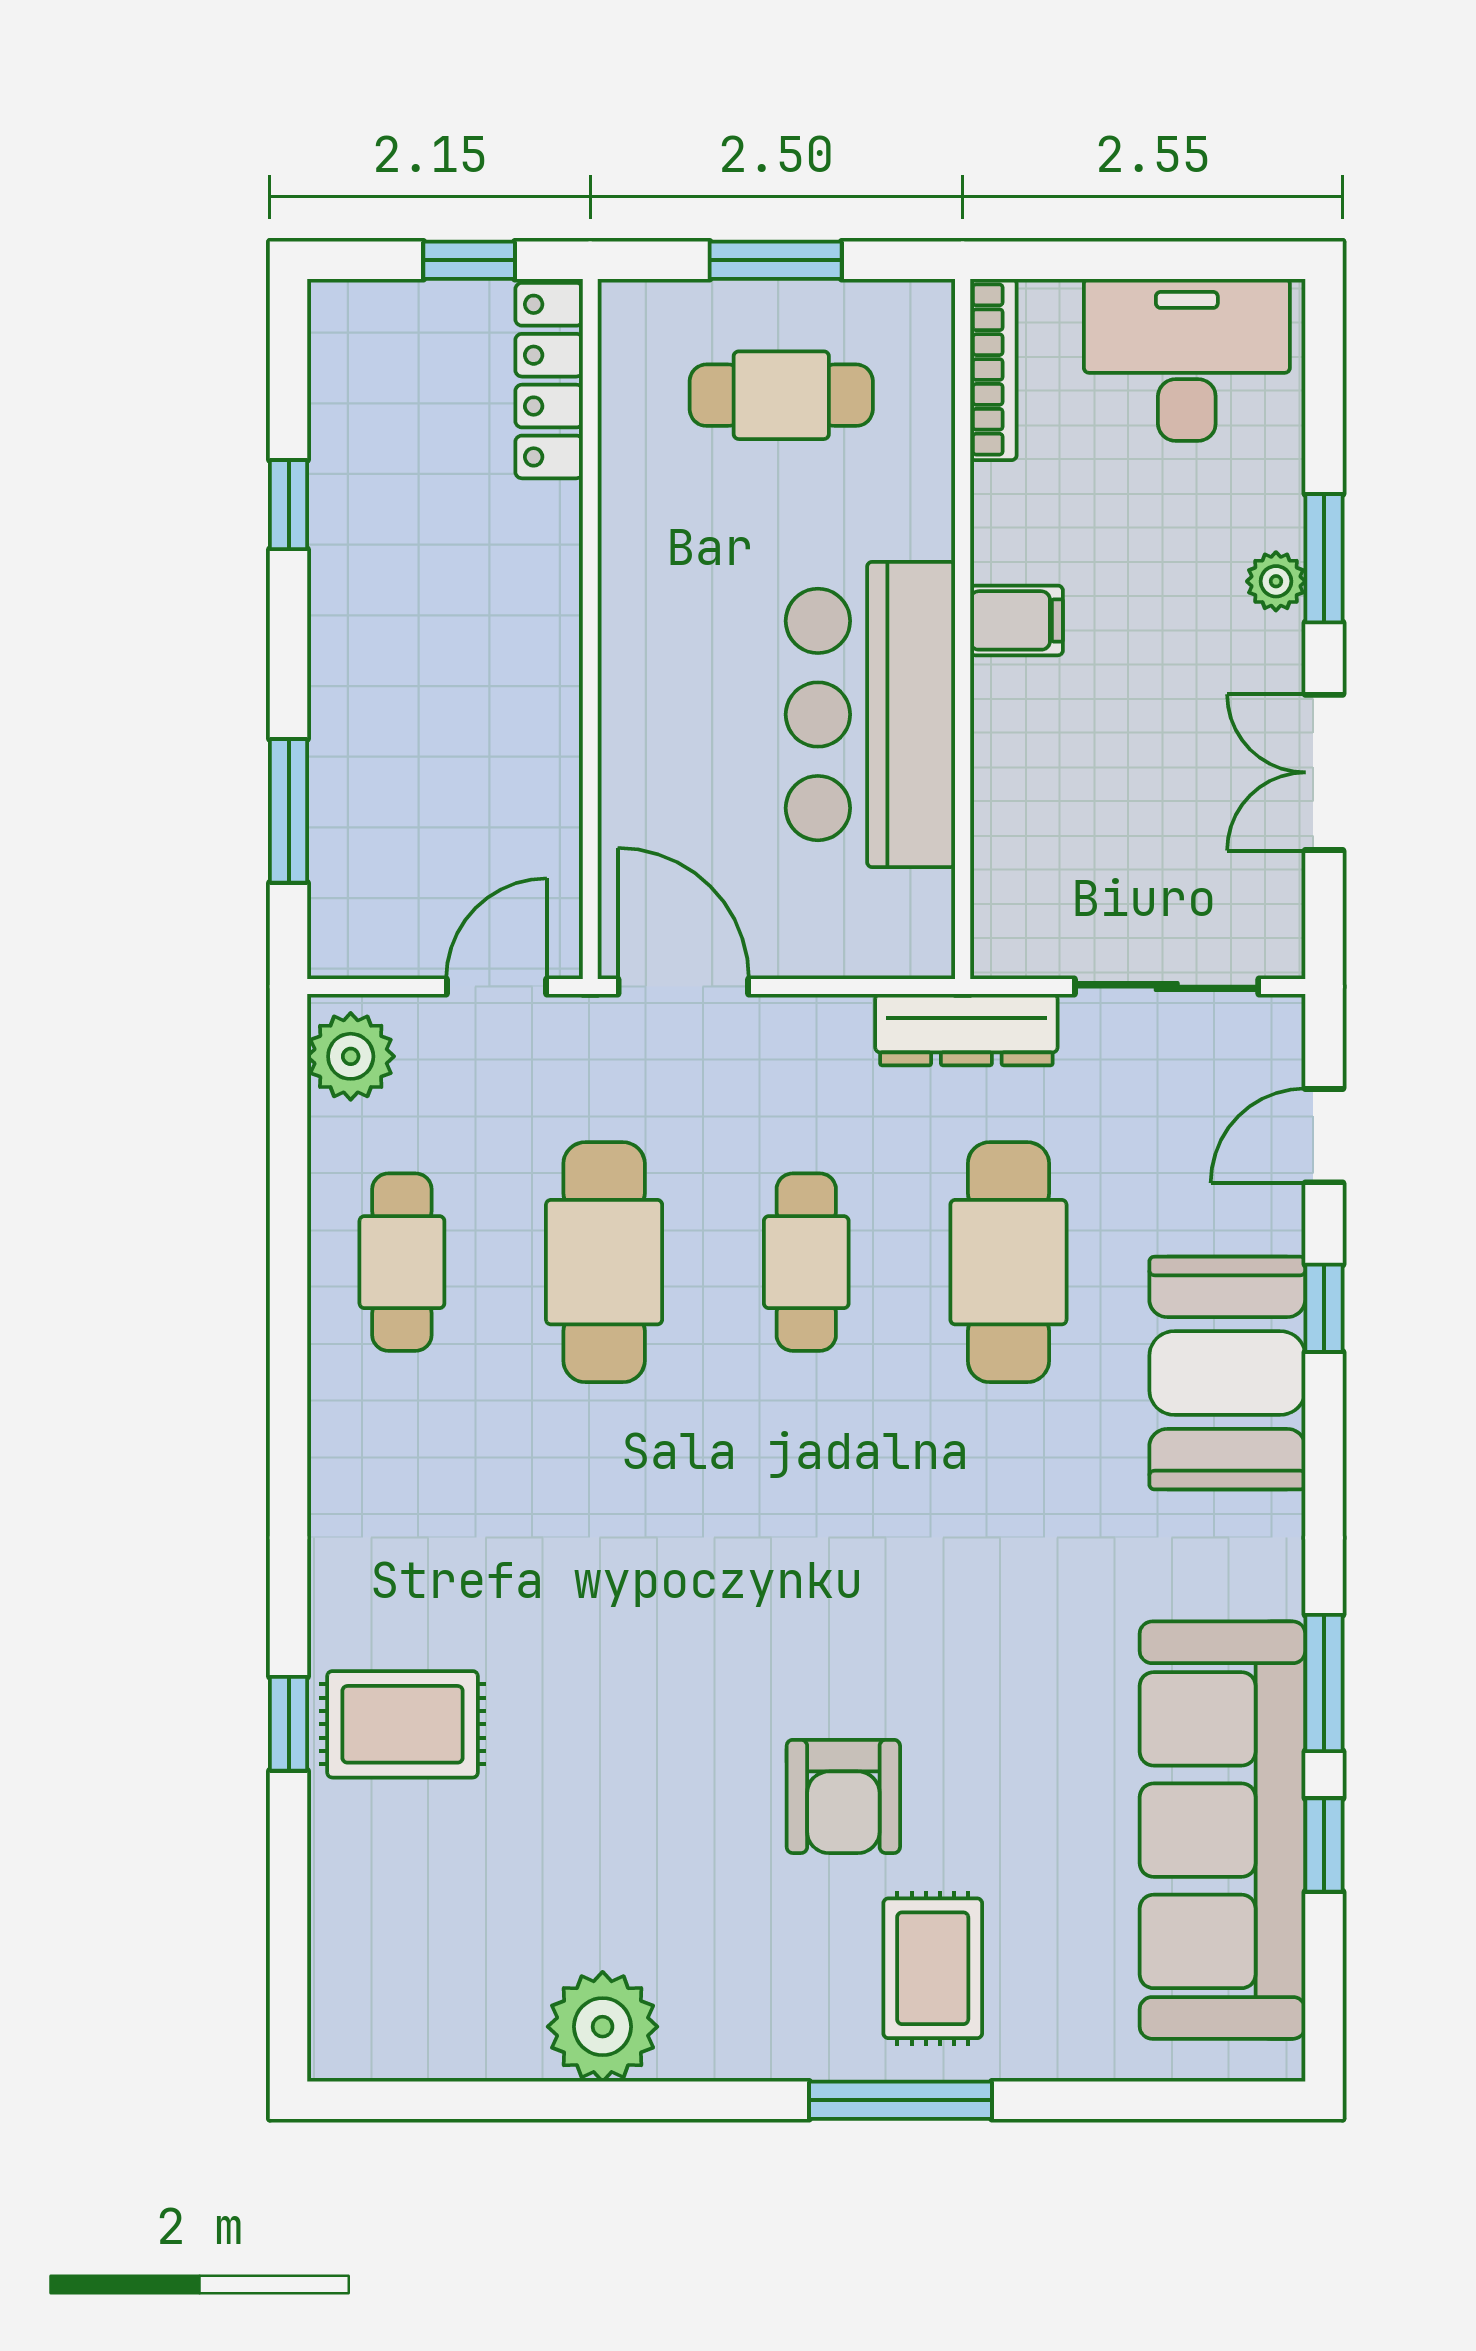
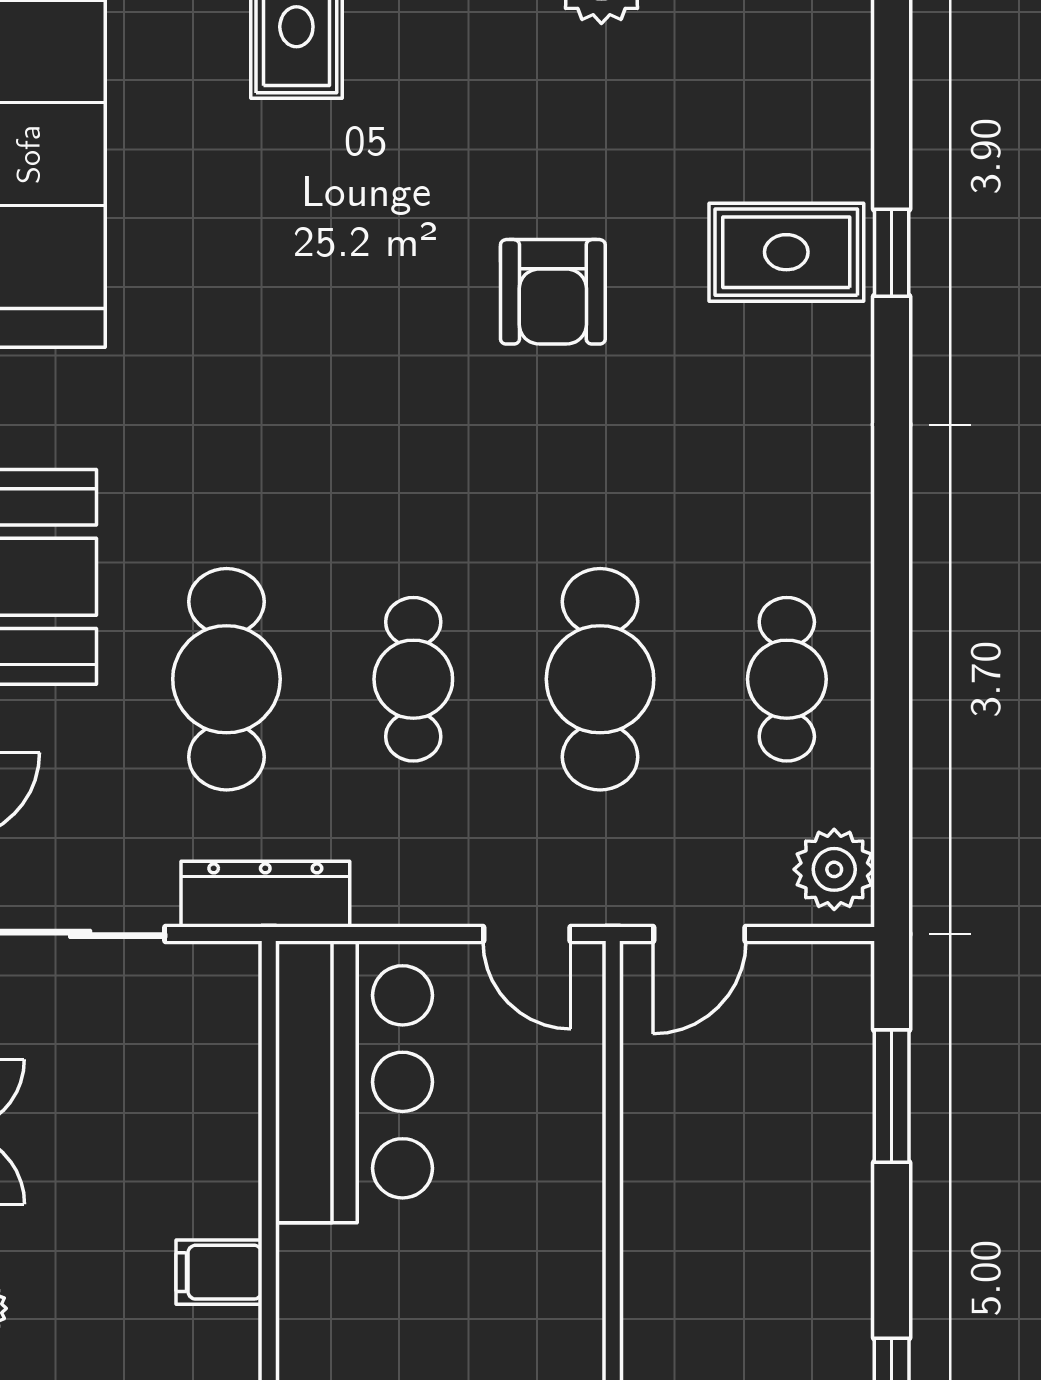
bar counter: (870, 714) -> (354, 1082), moved
door: (683, 987) -> (527, 934), width x0.73
armchair: (843, 1796) -> (553, 292), moved, turned 180

